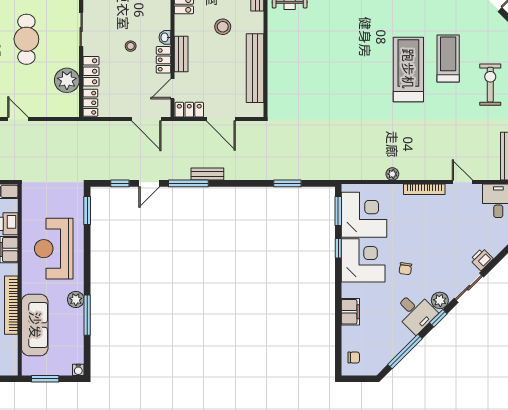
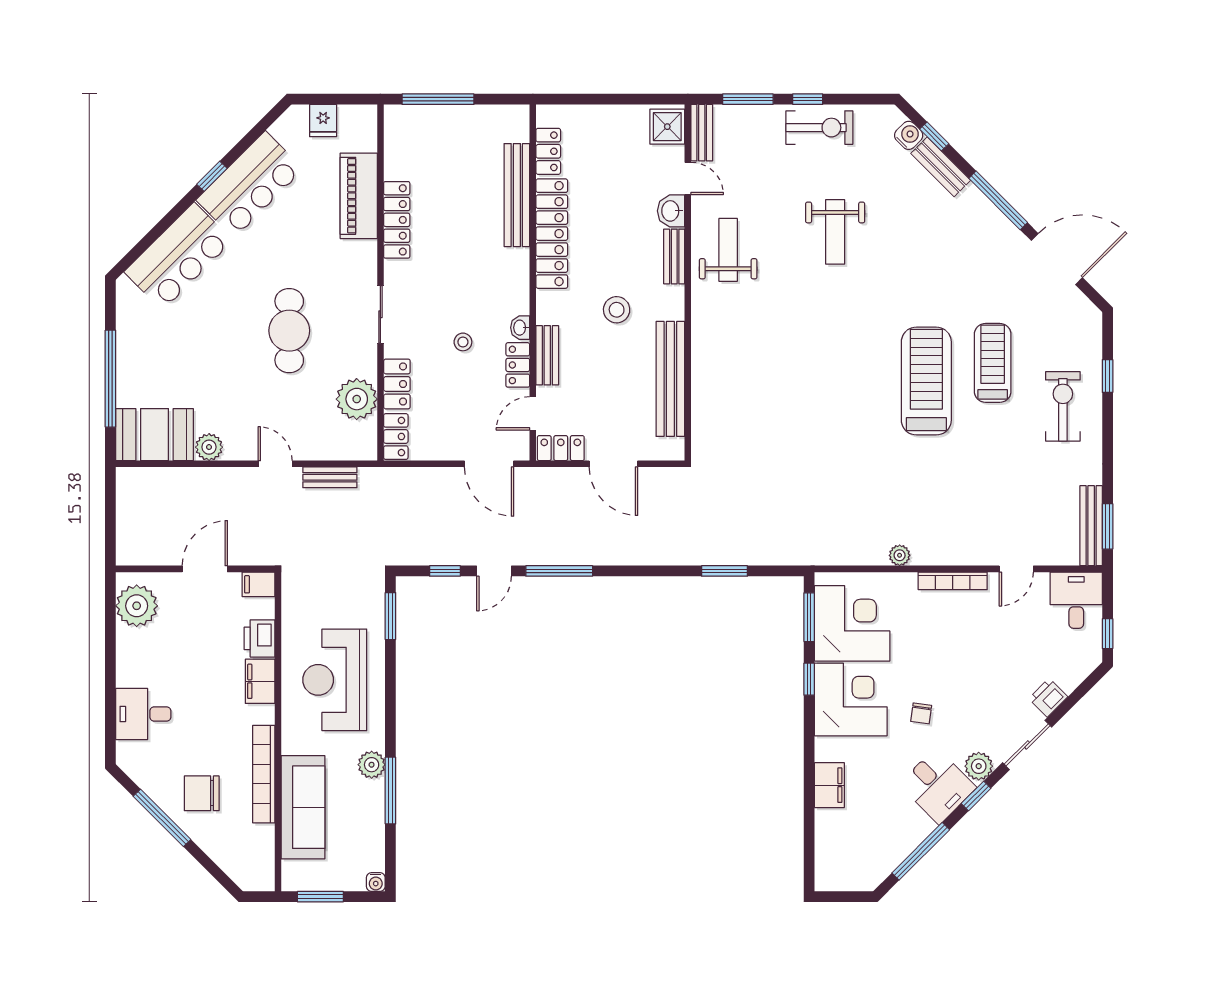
bench: (207, 174) -> (330, 477), moved
door: (462, 182) -> (1016, 569), swing flipped
chair: (354, 358) -> (835, 861), removed

